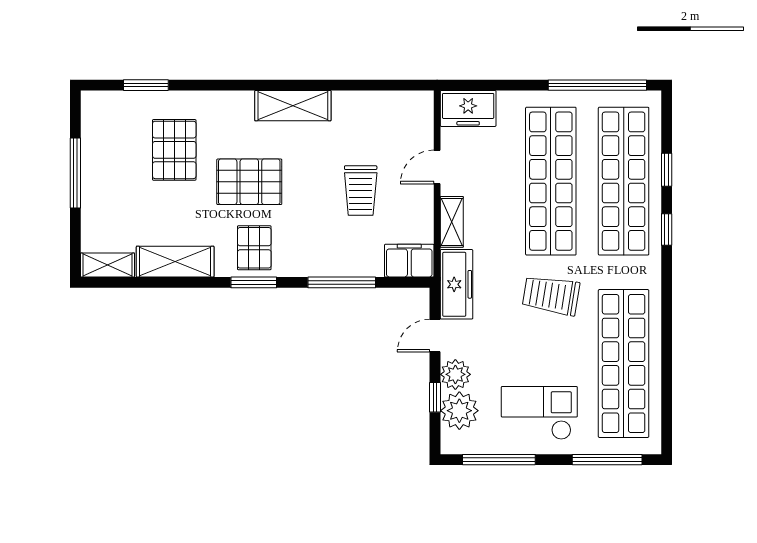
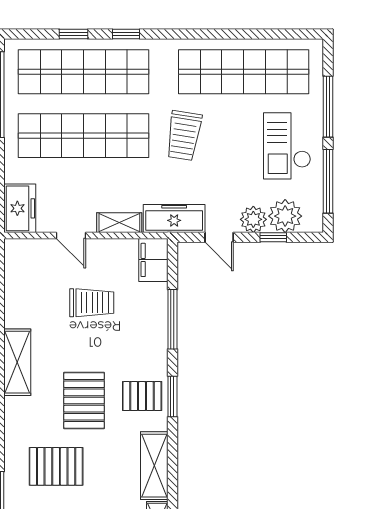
window: (607, 460) -> (328, 107), moved

